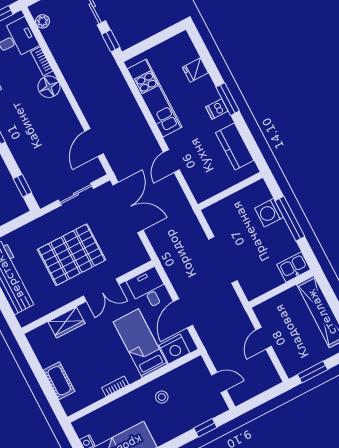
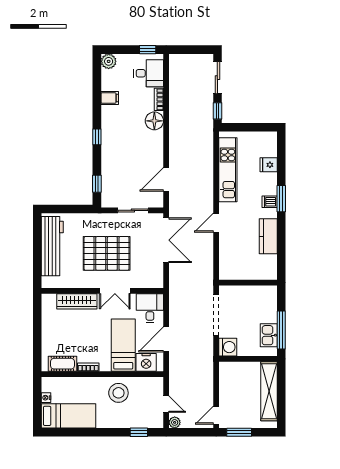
plant: (43, 21) -> (175, 422), moved
wall: (230, 191) -> (248, 283), moved
washing machine: (269, 213) -> (228, 347), moved, turned 180
window: (290, 219) -> (281, 330), moved
kitchen sink: (294, 267) -> (269, 335), moved, turned -90
wardrobe: (67, 322) -> (77, 301), width x1.50
door: (264, 338) -> (216, 415), moved
cot: (59, 381) -> (63, 364), moved, turned 90
stool: (162, 397) -> (118, 393), width x1.89, depth x1.89

